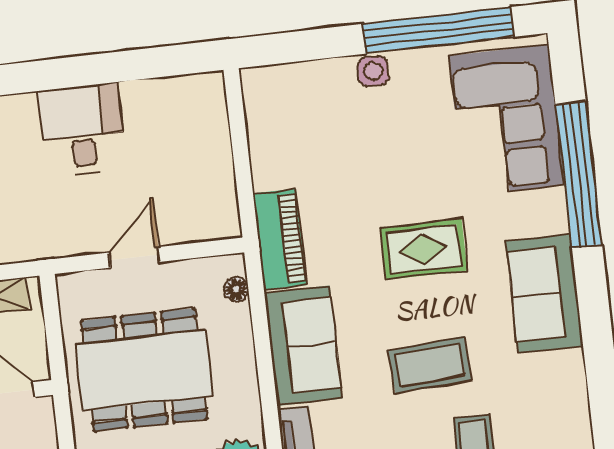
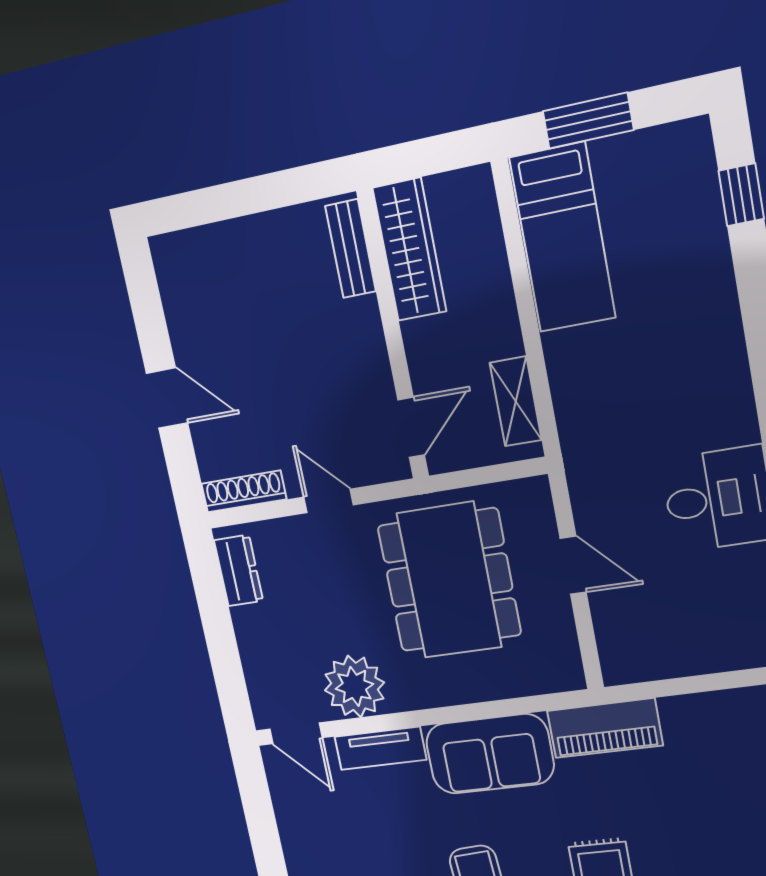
floor lamp: (236, 289) -> (546, 680), removed

